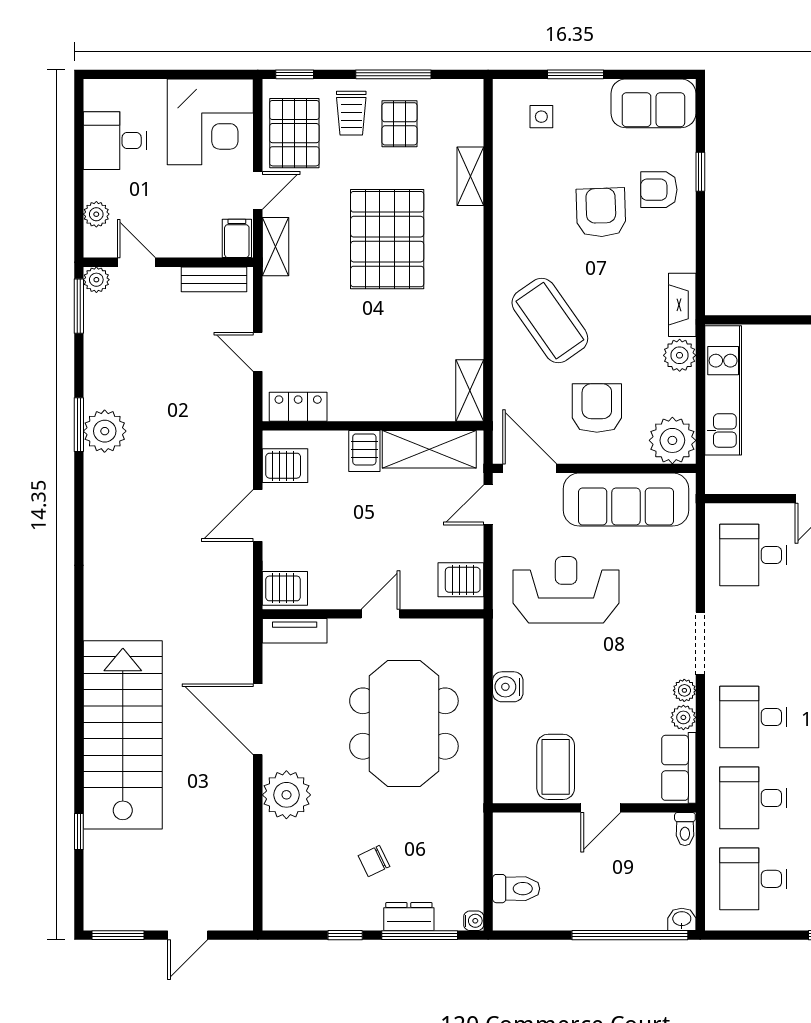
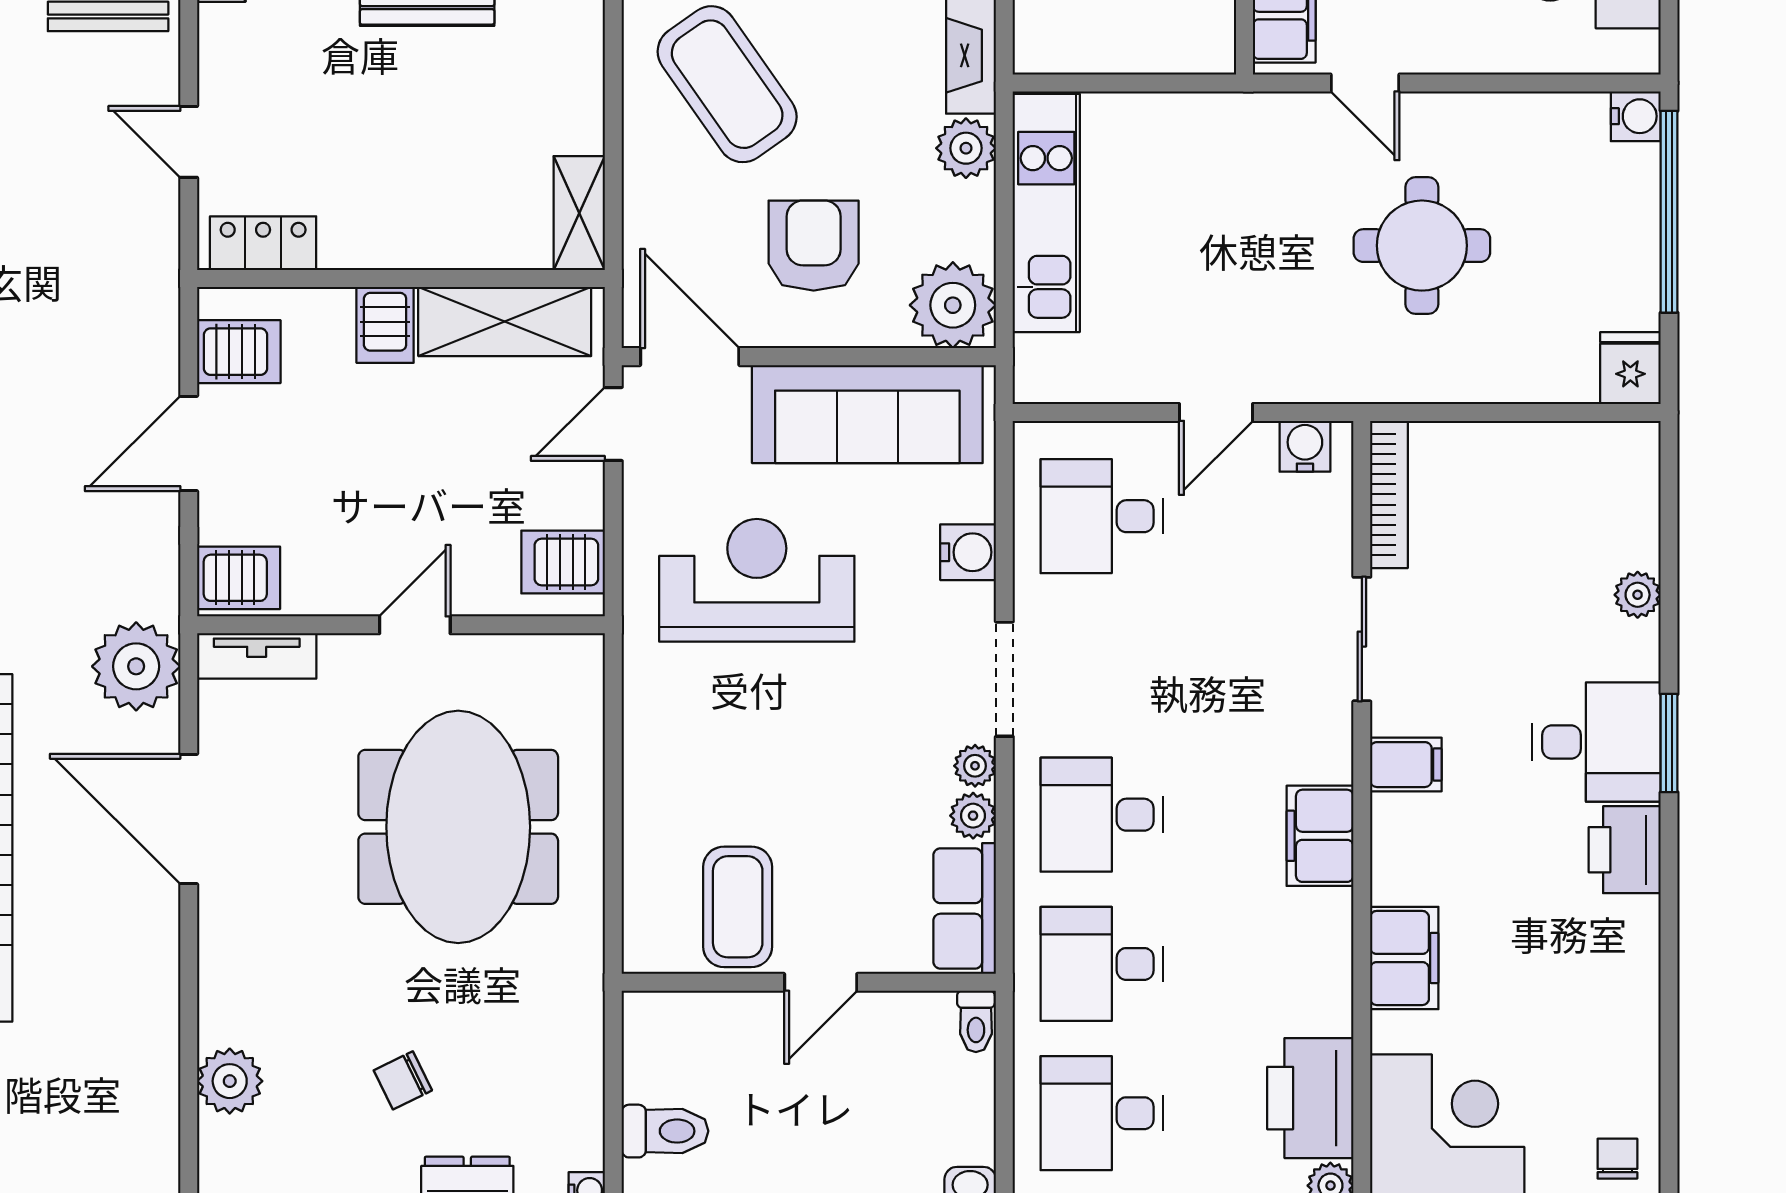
plant: (229, 636) -> (136, 666), added
water cooler: (508, 687) -> (968, 552), moved, turned 180
plant: (286, 795) -> (230, 1081), moved, width x0.73, depth x0.73

